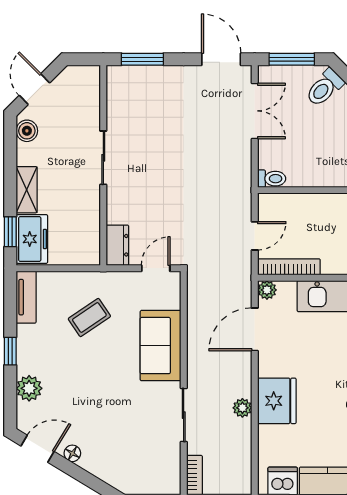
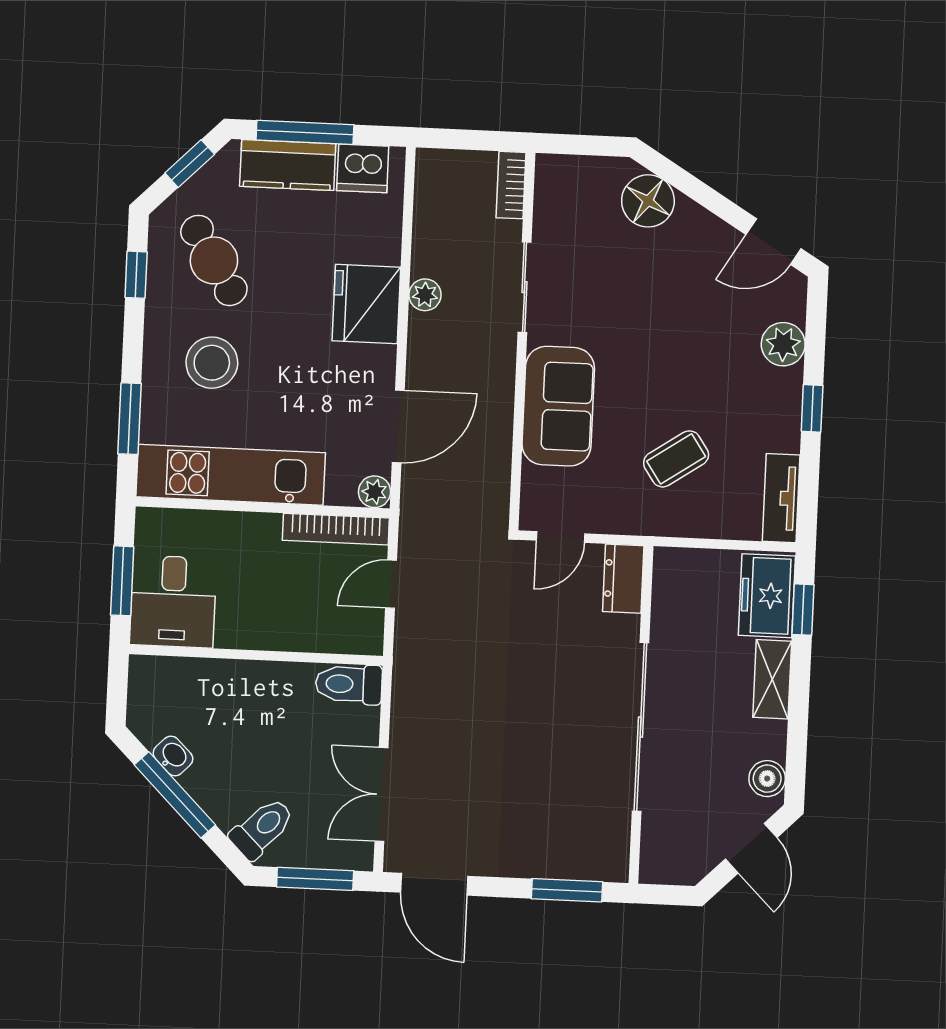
sliding door: (103, 158) -> (640, 727), width x1.86
toilet: (272, 179) -> (349, 684), width x1.37, depth x1.39
floor lamp: (72, 453) -> (648, 201), moved, width x1.89, depth x1.89

